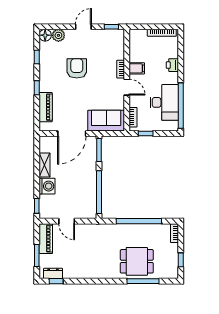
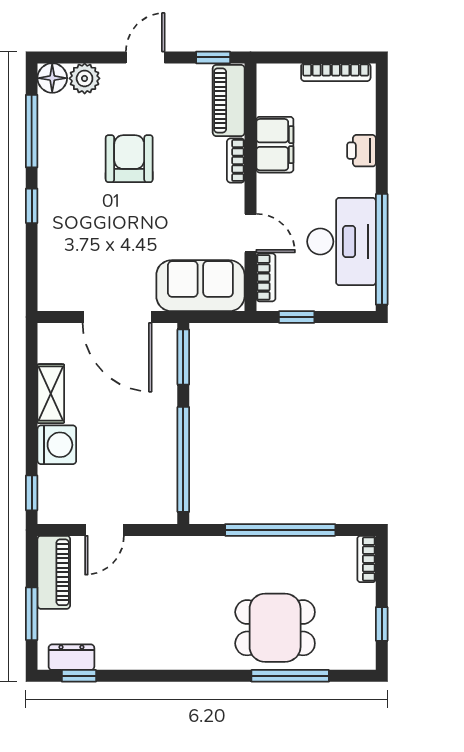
window: (37, 57) -> (32, 131), width x2.17
filing cabinet: (137, 68) -> (275, 145), width x2.00
door: (127, 87) -> (250, 233), moved
piano: (46, 107) -> (229, 100), moved, turned 180
door: (72, 134) -> (117, 317), hinge flipped
door: (67, 221) -> (105, 530), hinge flipped

